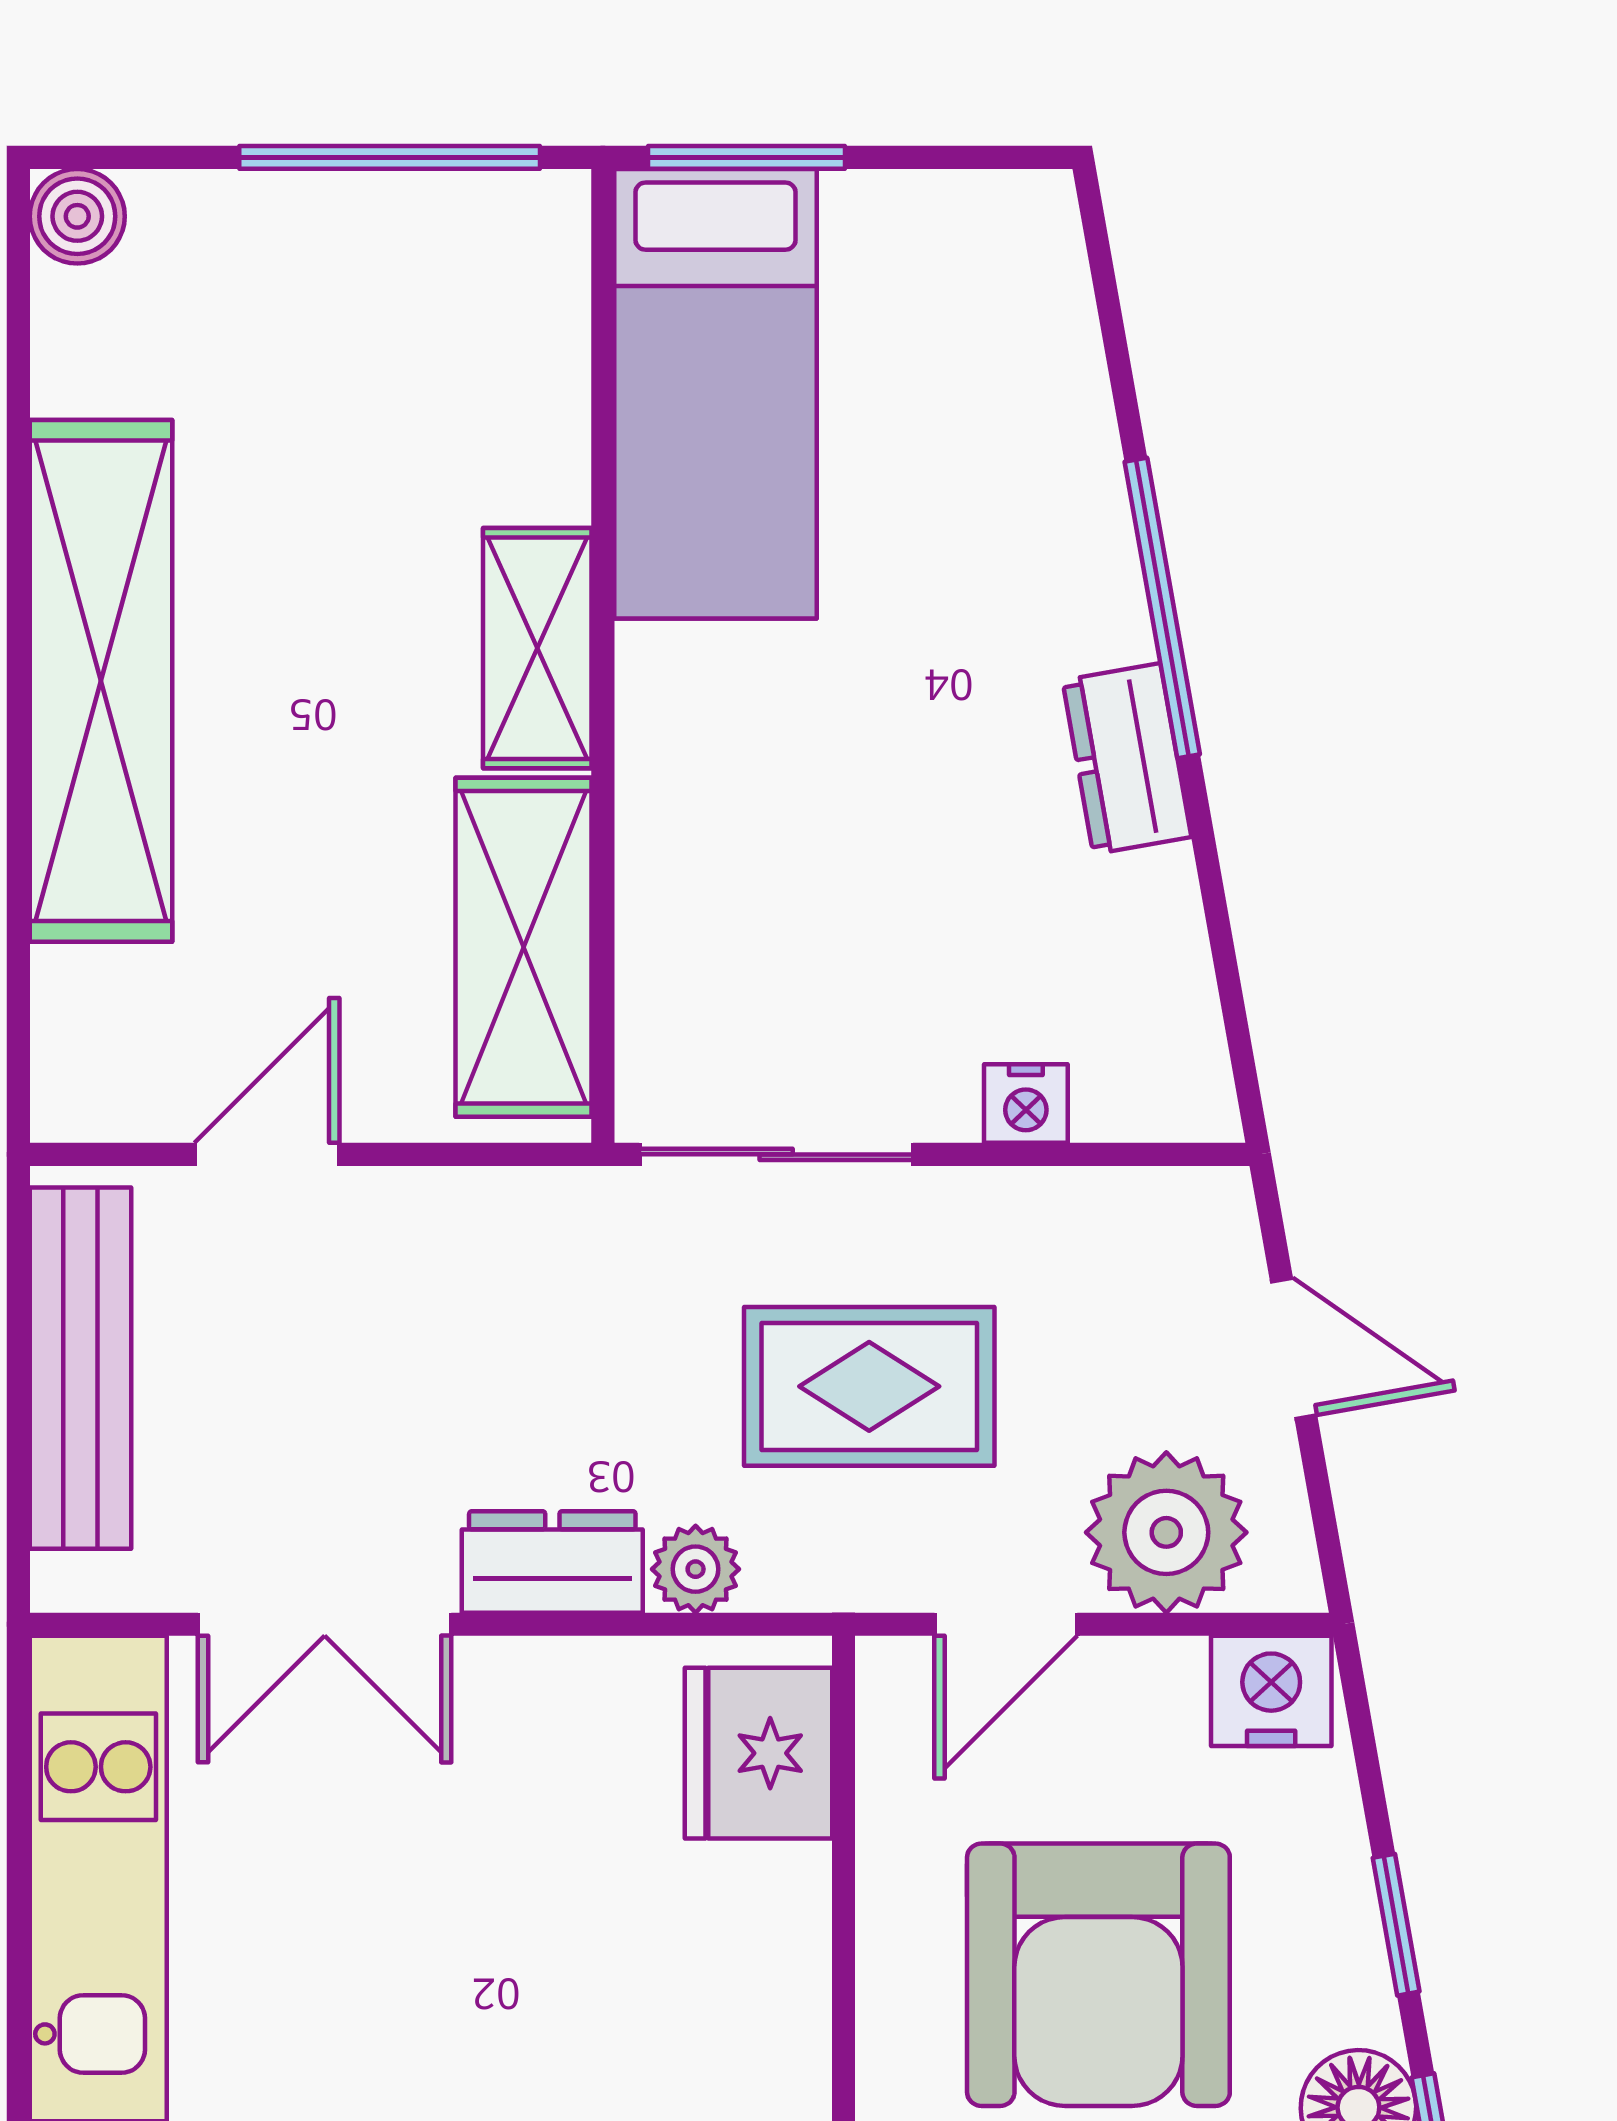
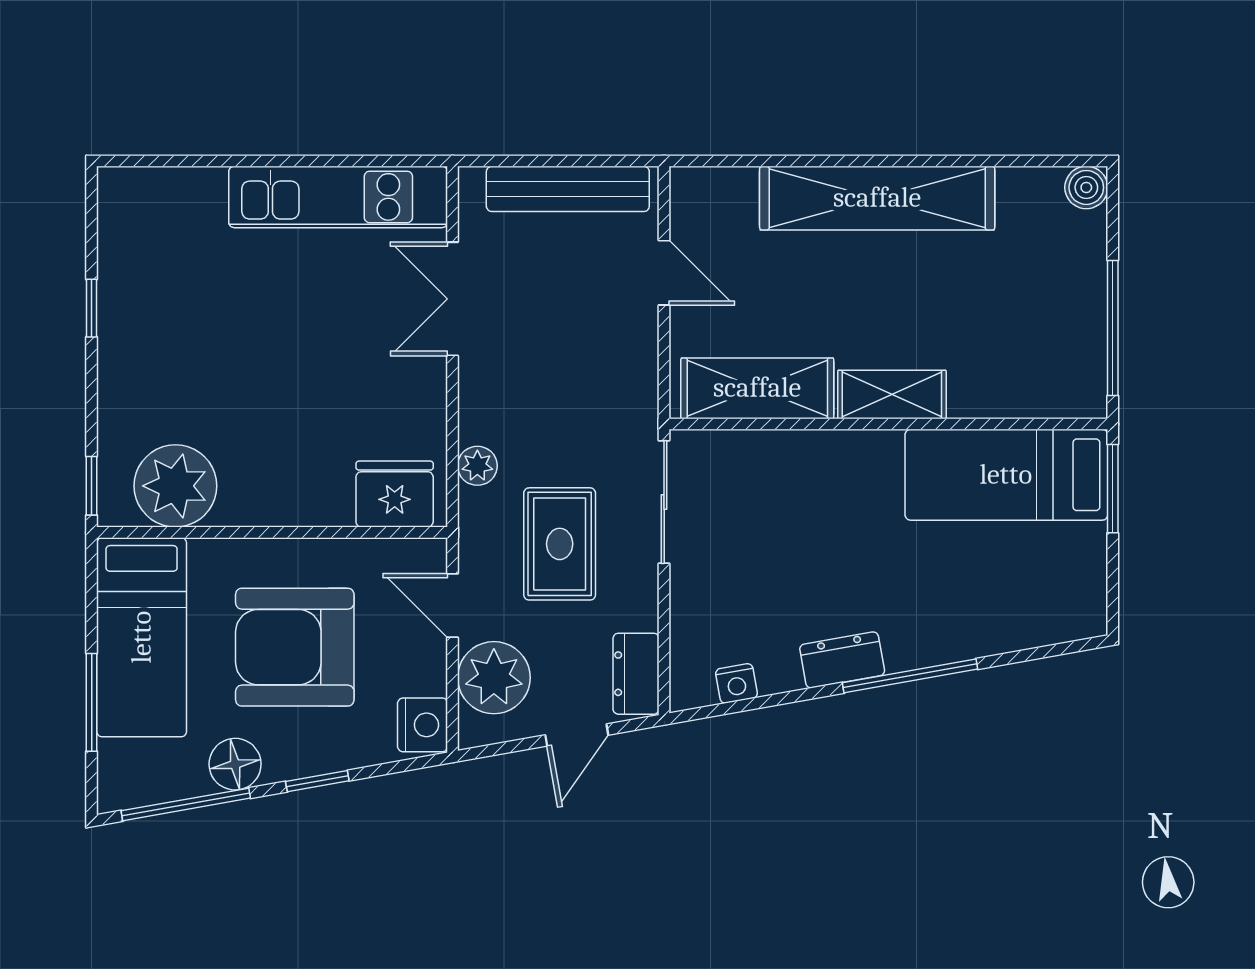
nightstand: (1026, 1104) -> (736, 683), moved, turned -100
dresser: (552, 1562) -> (636, 674), moved, turned 180

